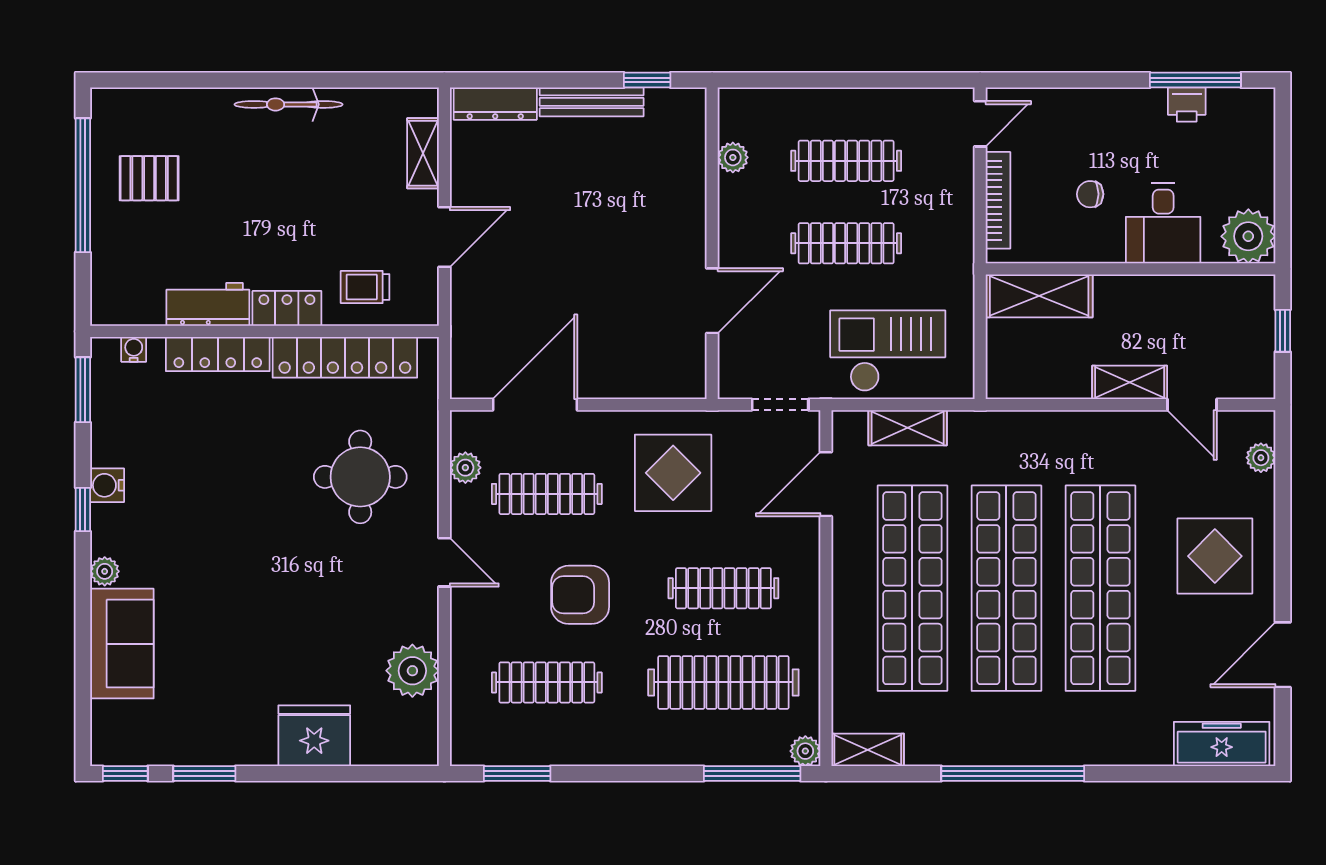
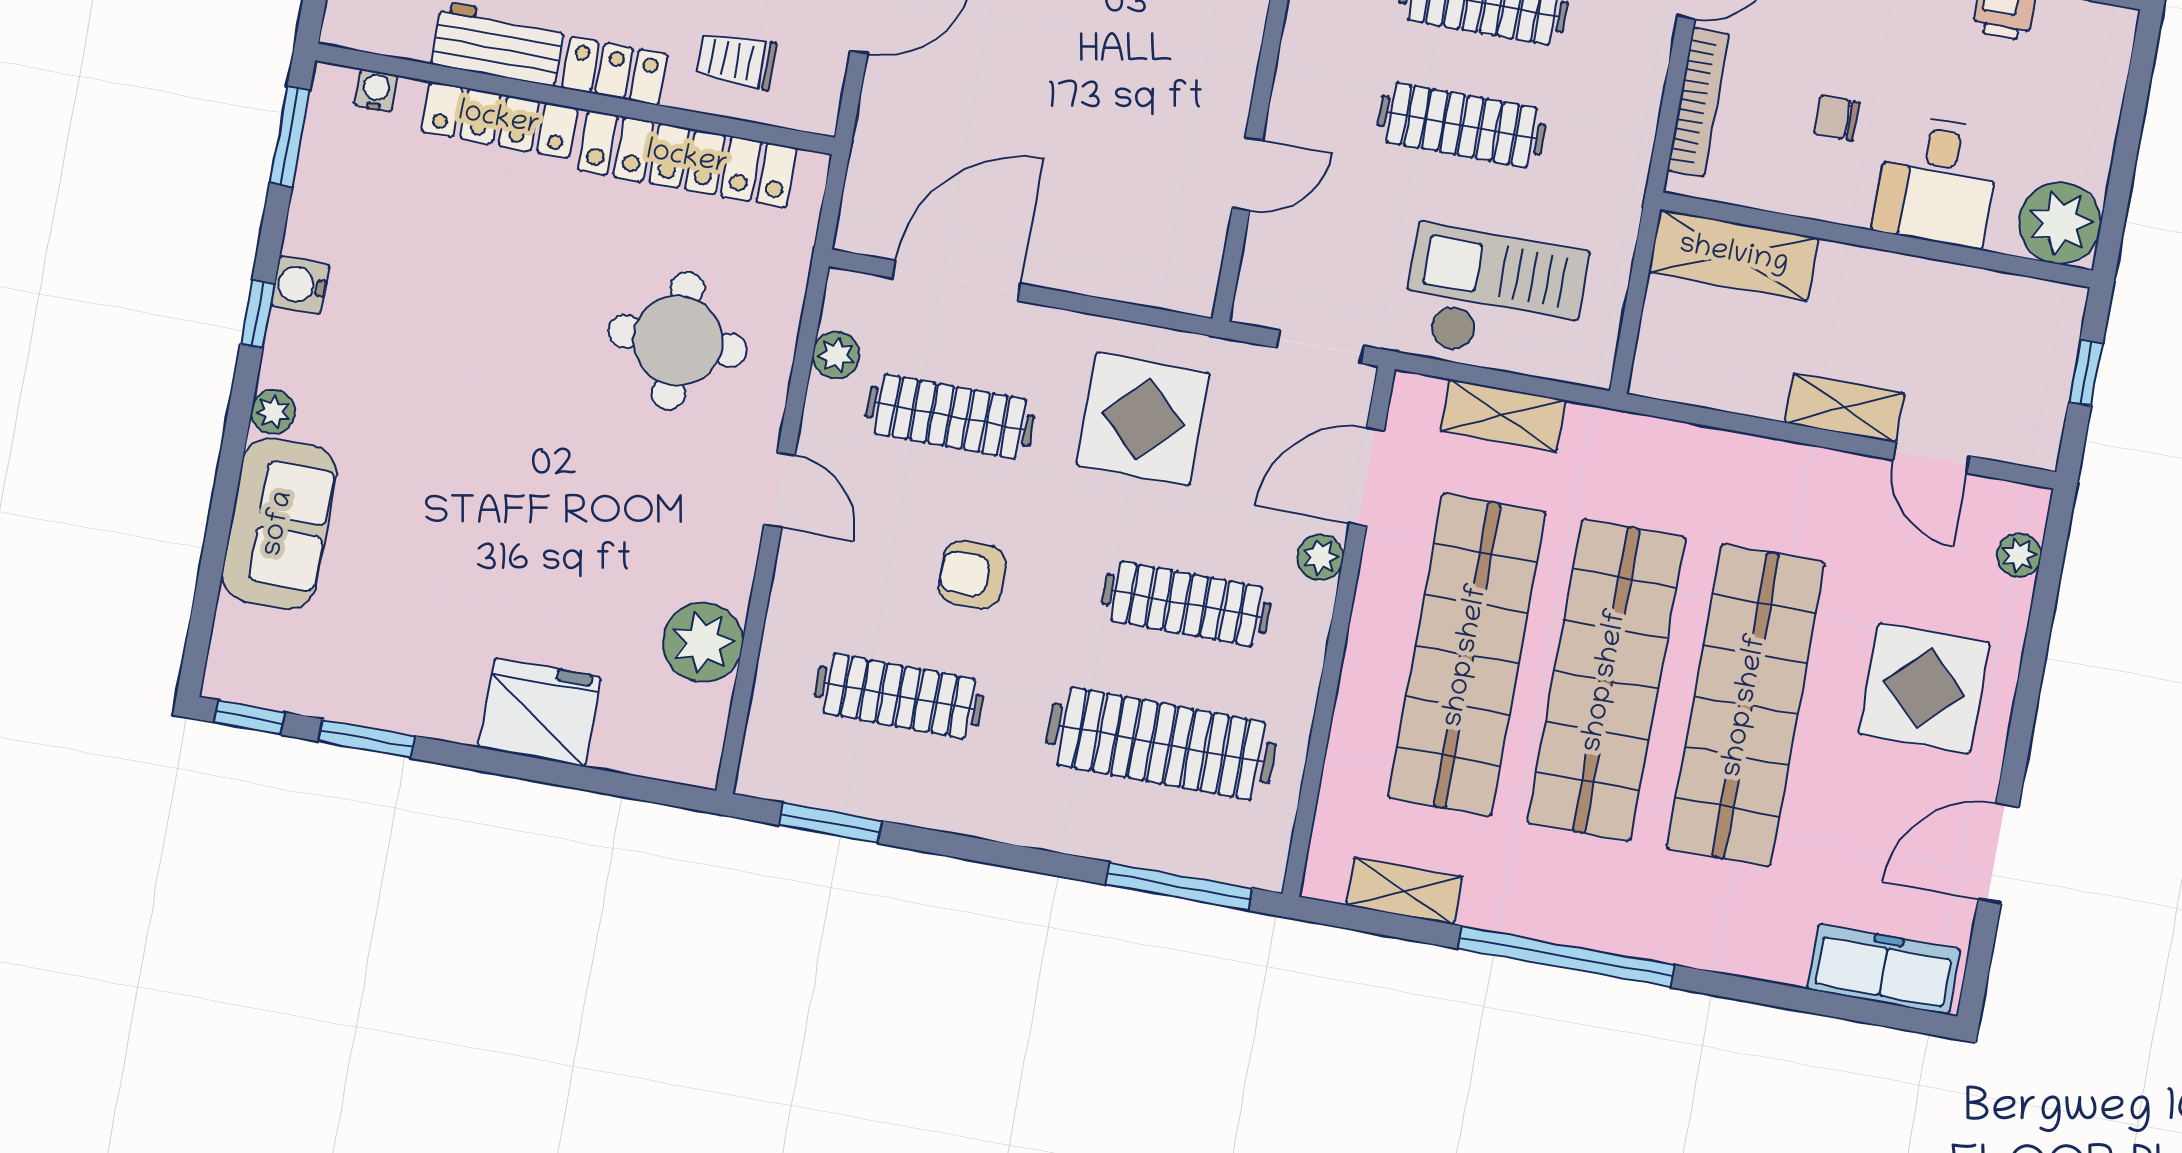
door: (712, 301) -> (1247, 174), width x0.73
armchair: (580, 595) -> (972, 575), width x0.72, depth x0.72
shelving: (868, 750) -> (1404, 891), moved
plant: (805, 751) -> (1320, 557), moved

